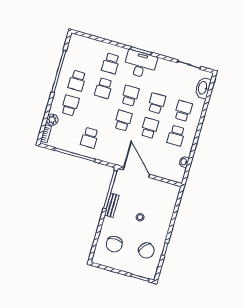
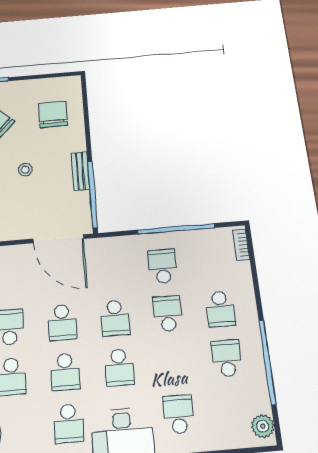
school desk: (164, 78) -> (68, 424), added
school desk: (104, 88) -> (168, 313), moved
plant: (52, 120) -> (263, 426), moved

